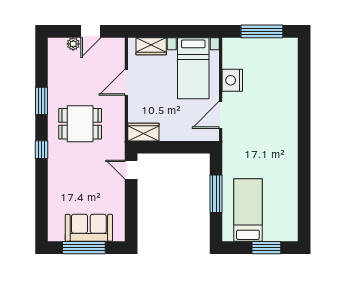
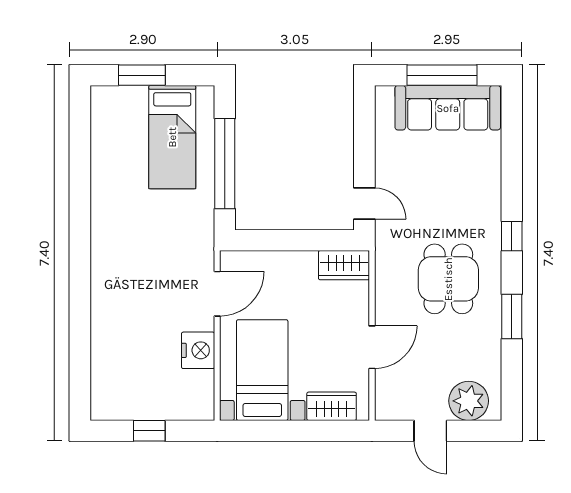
door: (91, 31) -> (430, 431), swing flipped
window: (262, 31) -> (149, 431), width x0.46
plant: (73, 44) -> (469, 401), width x1.88, depth x1.88
dining table: (80, 124) -> (448, 279), turned 90
window: (216, 194) -> (225, 164), width x1.46
sofa: (89, 228) -> (448, 108), width x1.36

